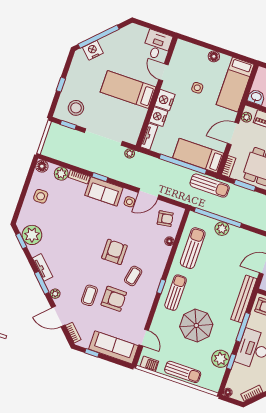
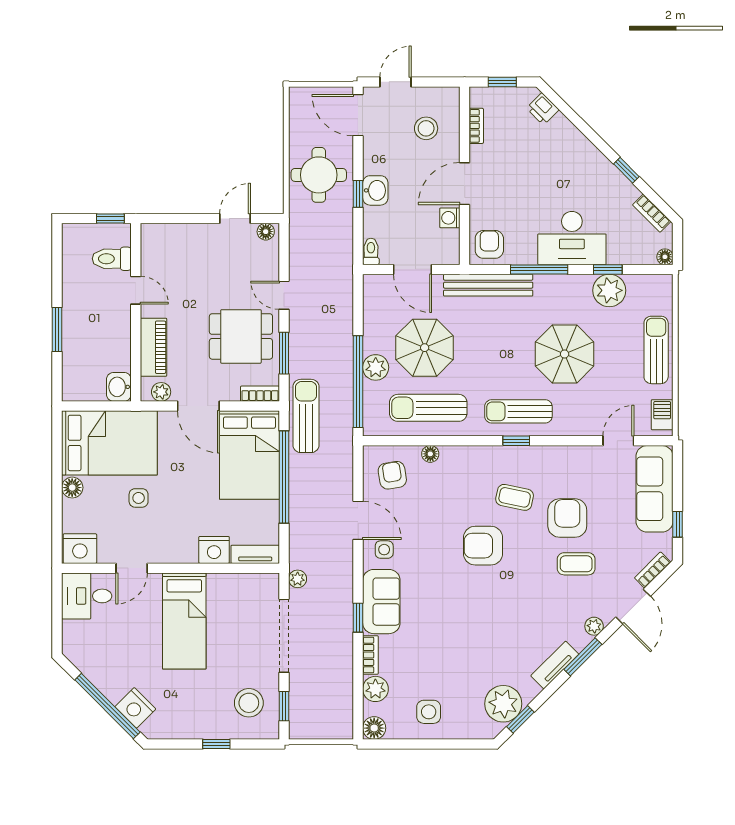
bed: (235, 85) -> (109, 443), width x1.50
nightstand: (165, 100) -> (80, 549), moved
bed: (198, 156) -> (249, 455), width x1.50
parasol: (223, 257) -> (425, 348), added

